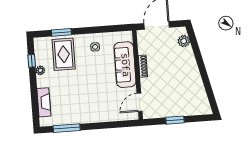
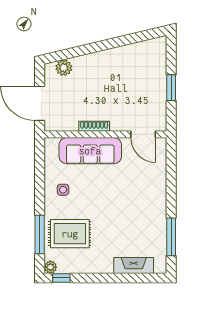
window: (61, 32) -> (40, 234), width x1.44
window: (32, 61) -> (61, 278), moved
plant: (40, 70) -> (50, 267), moved

